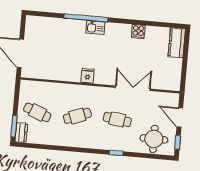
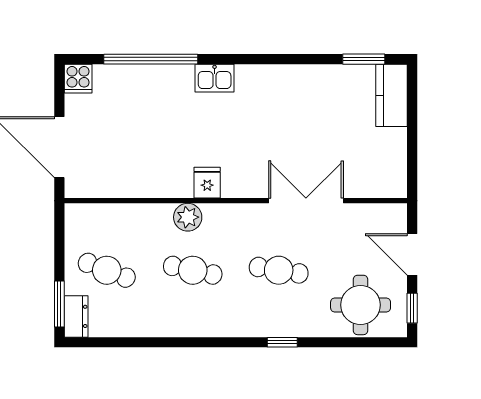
window: (86, 18) -> (151, 59), moved
window: (165, 25) -> (364, 59), added
cooker: (138, 32) -> (78, 79), moved
plant: (77, 91) -> (188, 217), added
cafe table: (77, 116) -> (193, 270), turned 33

